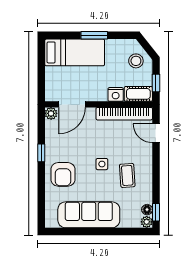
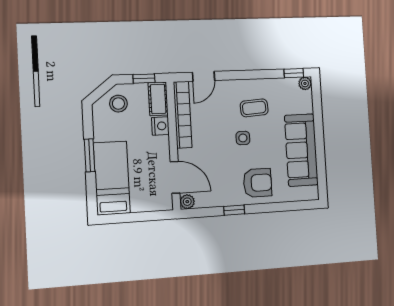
floor lamp: (147, 210) -> (291, 83), removed

